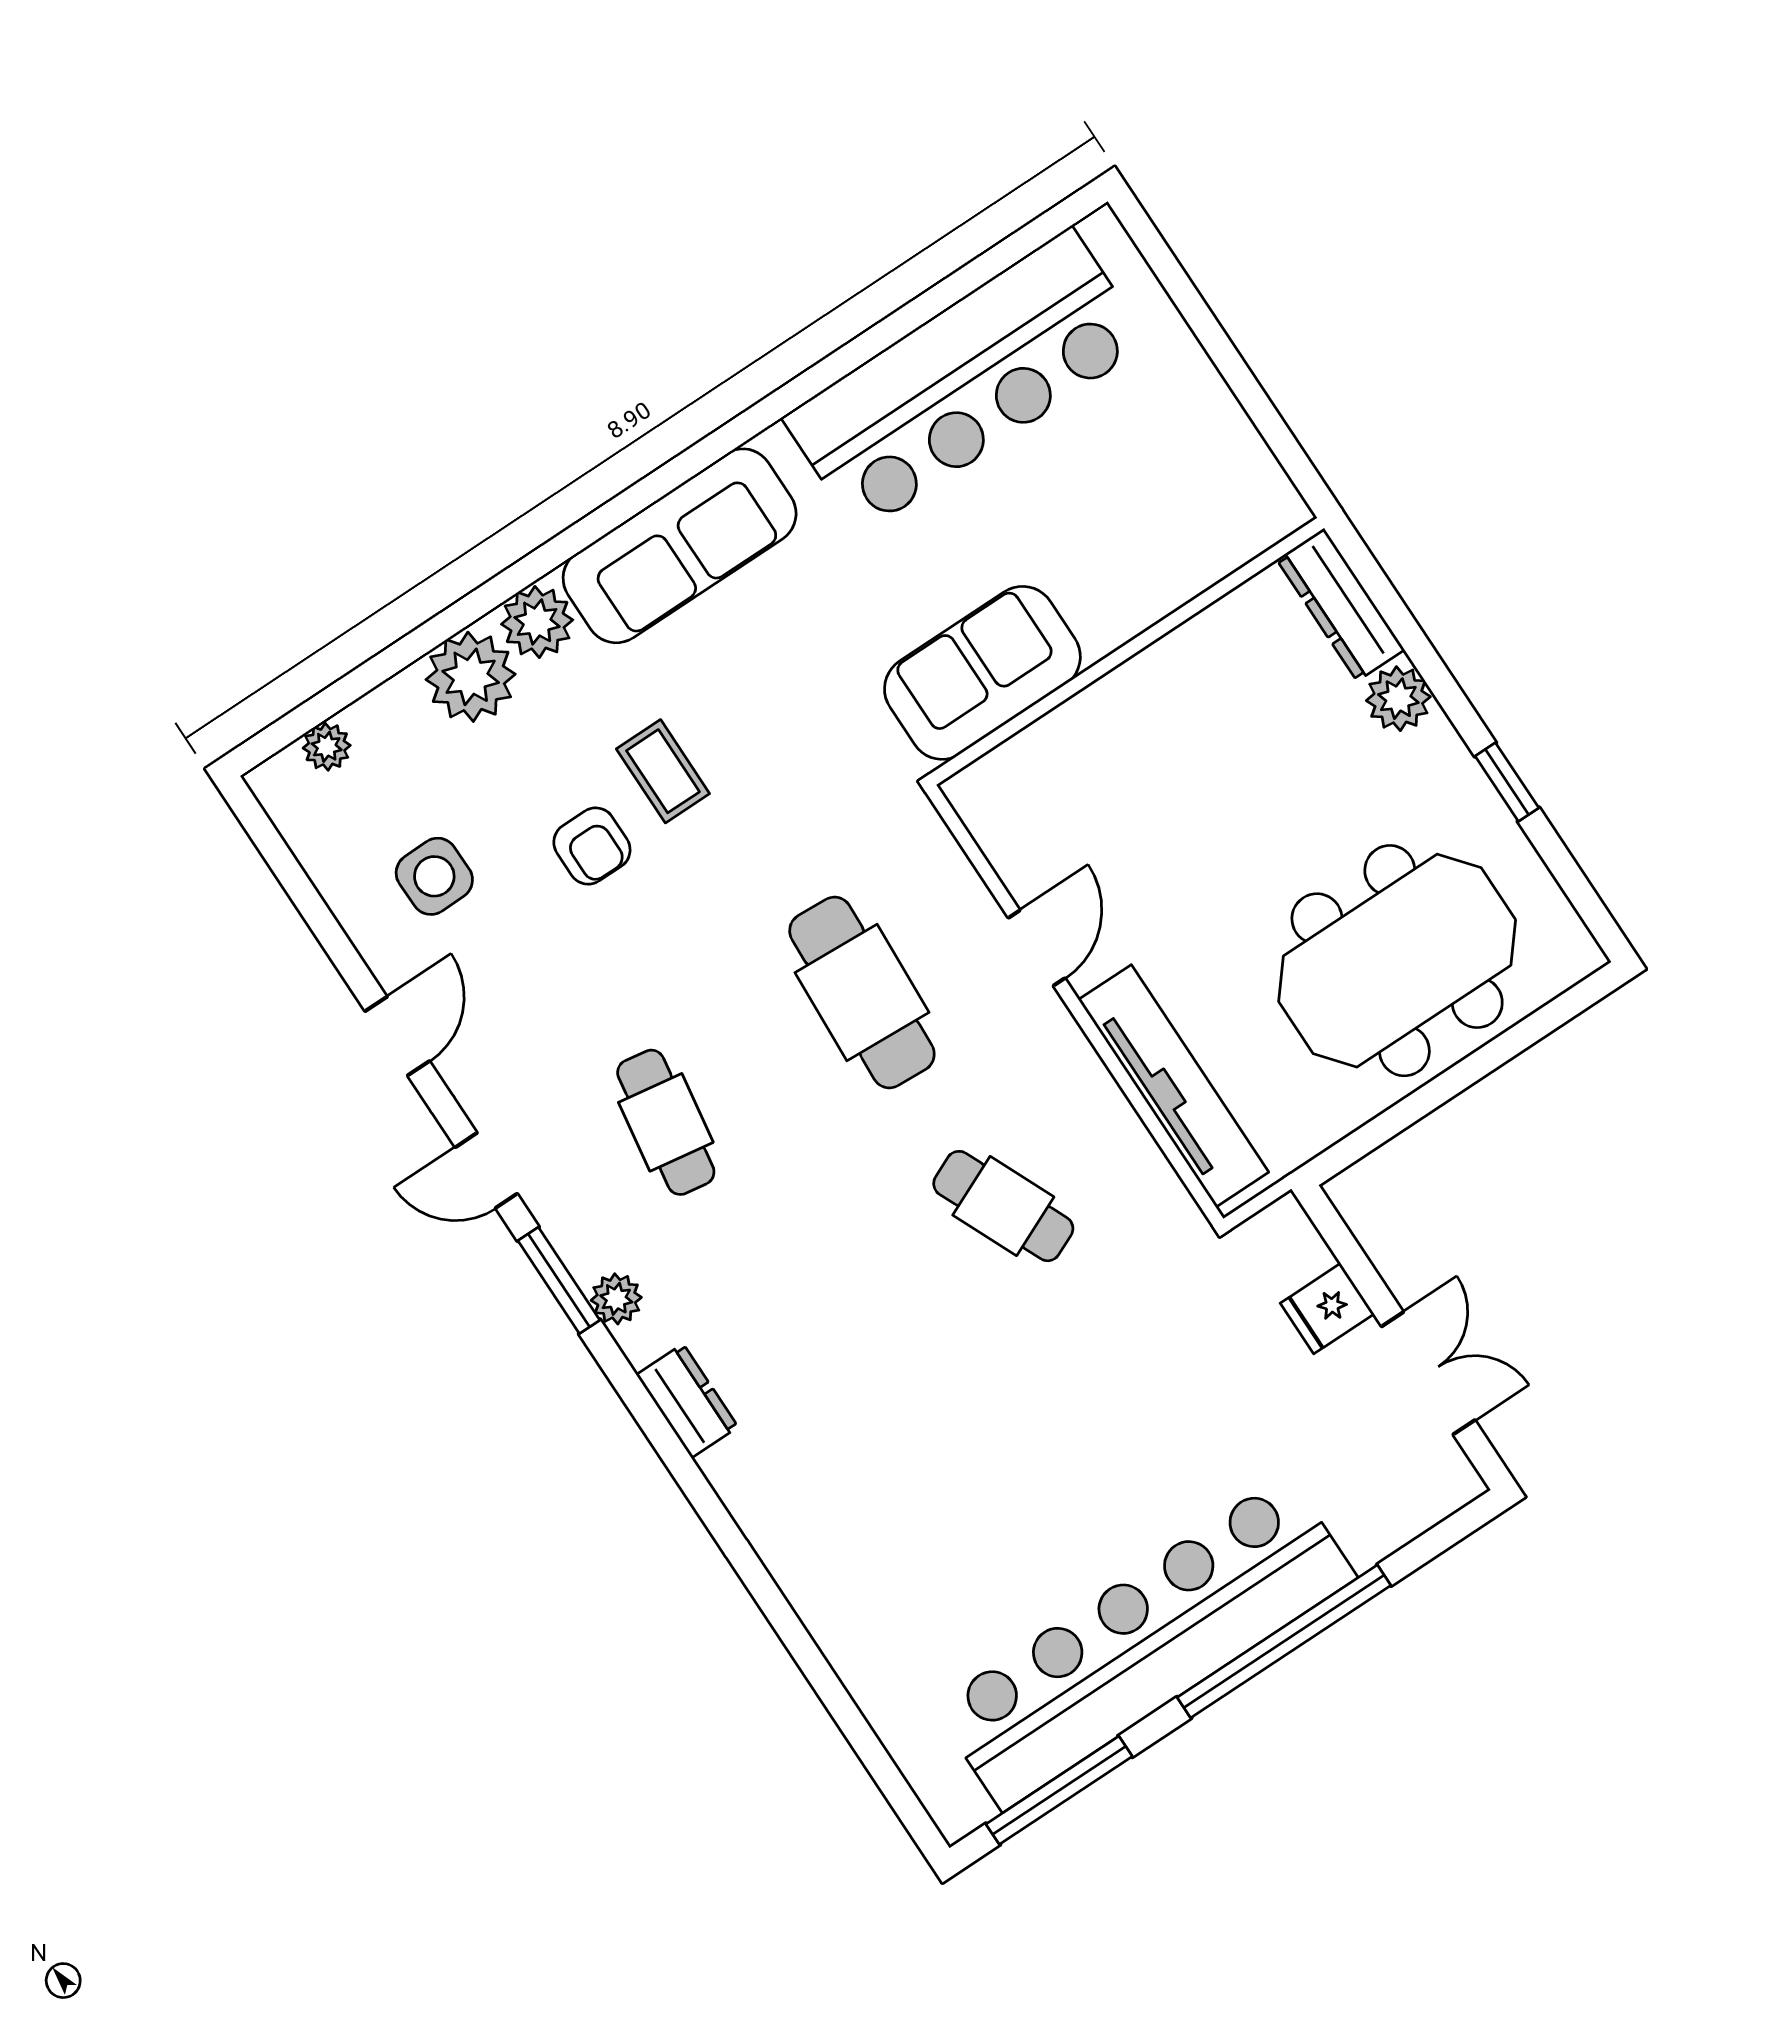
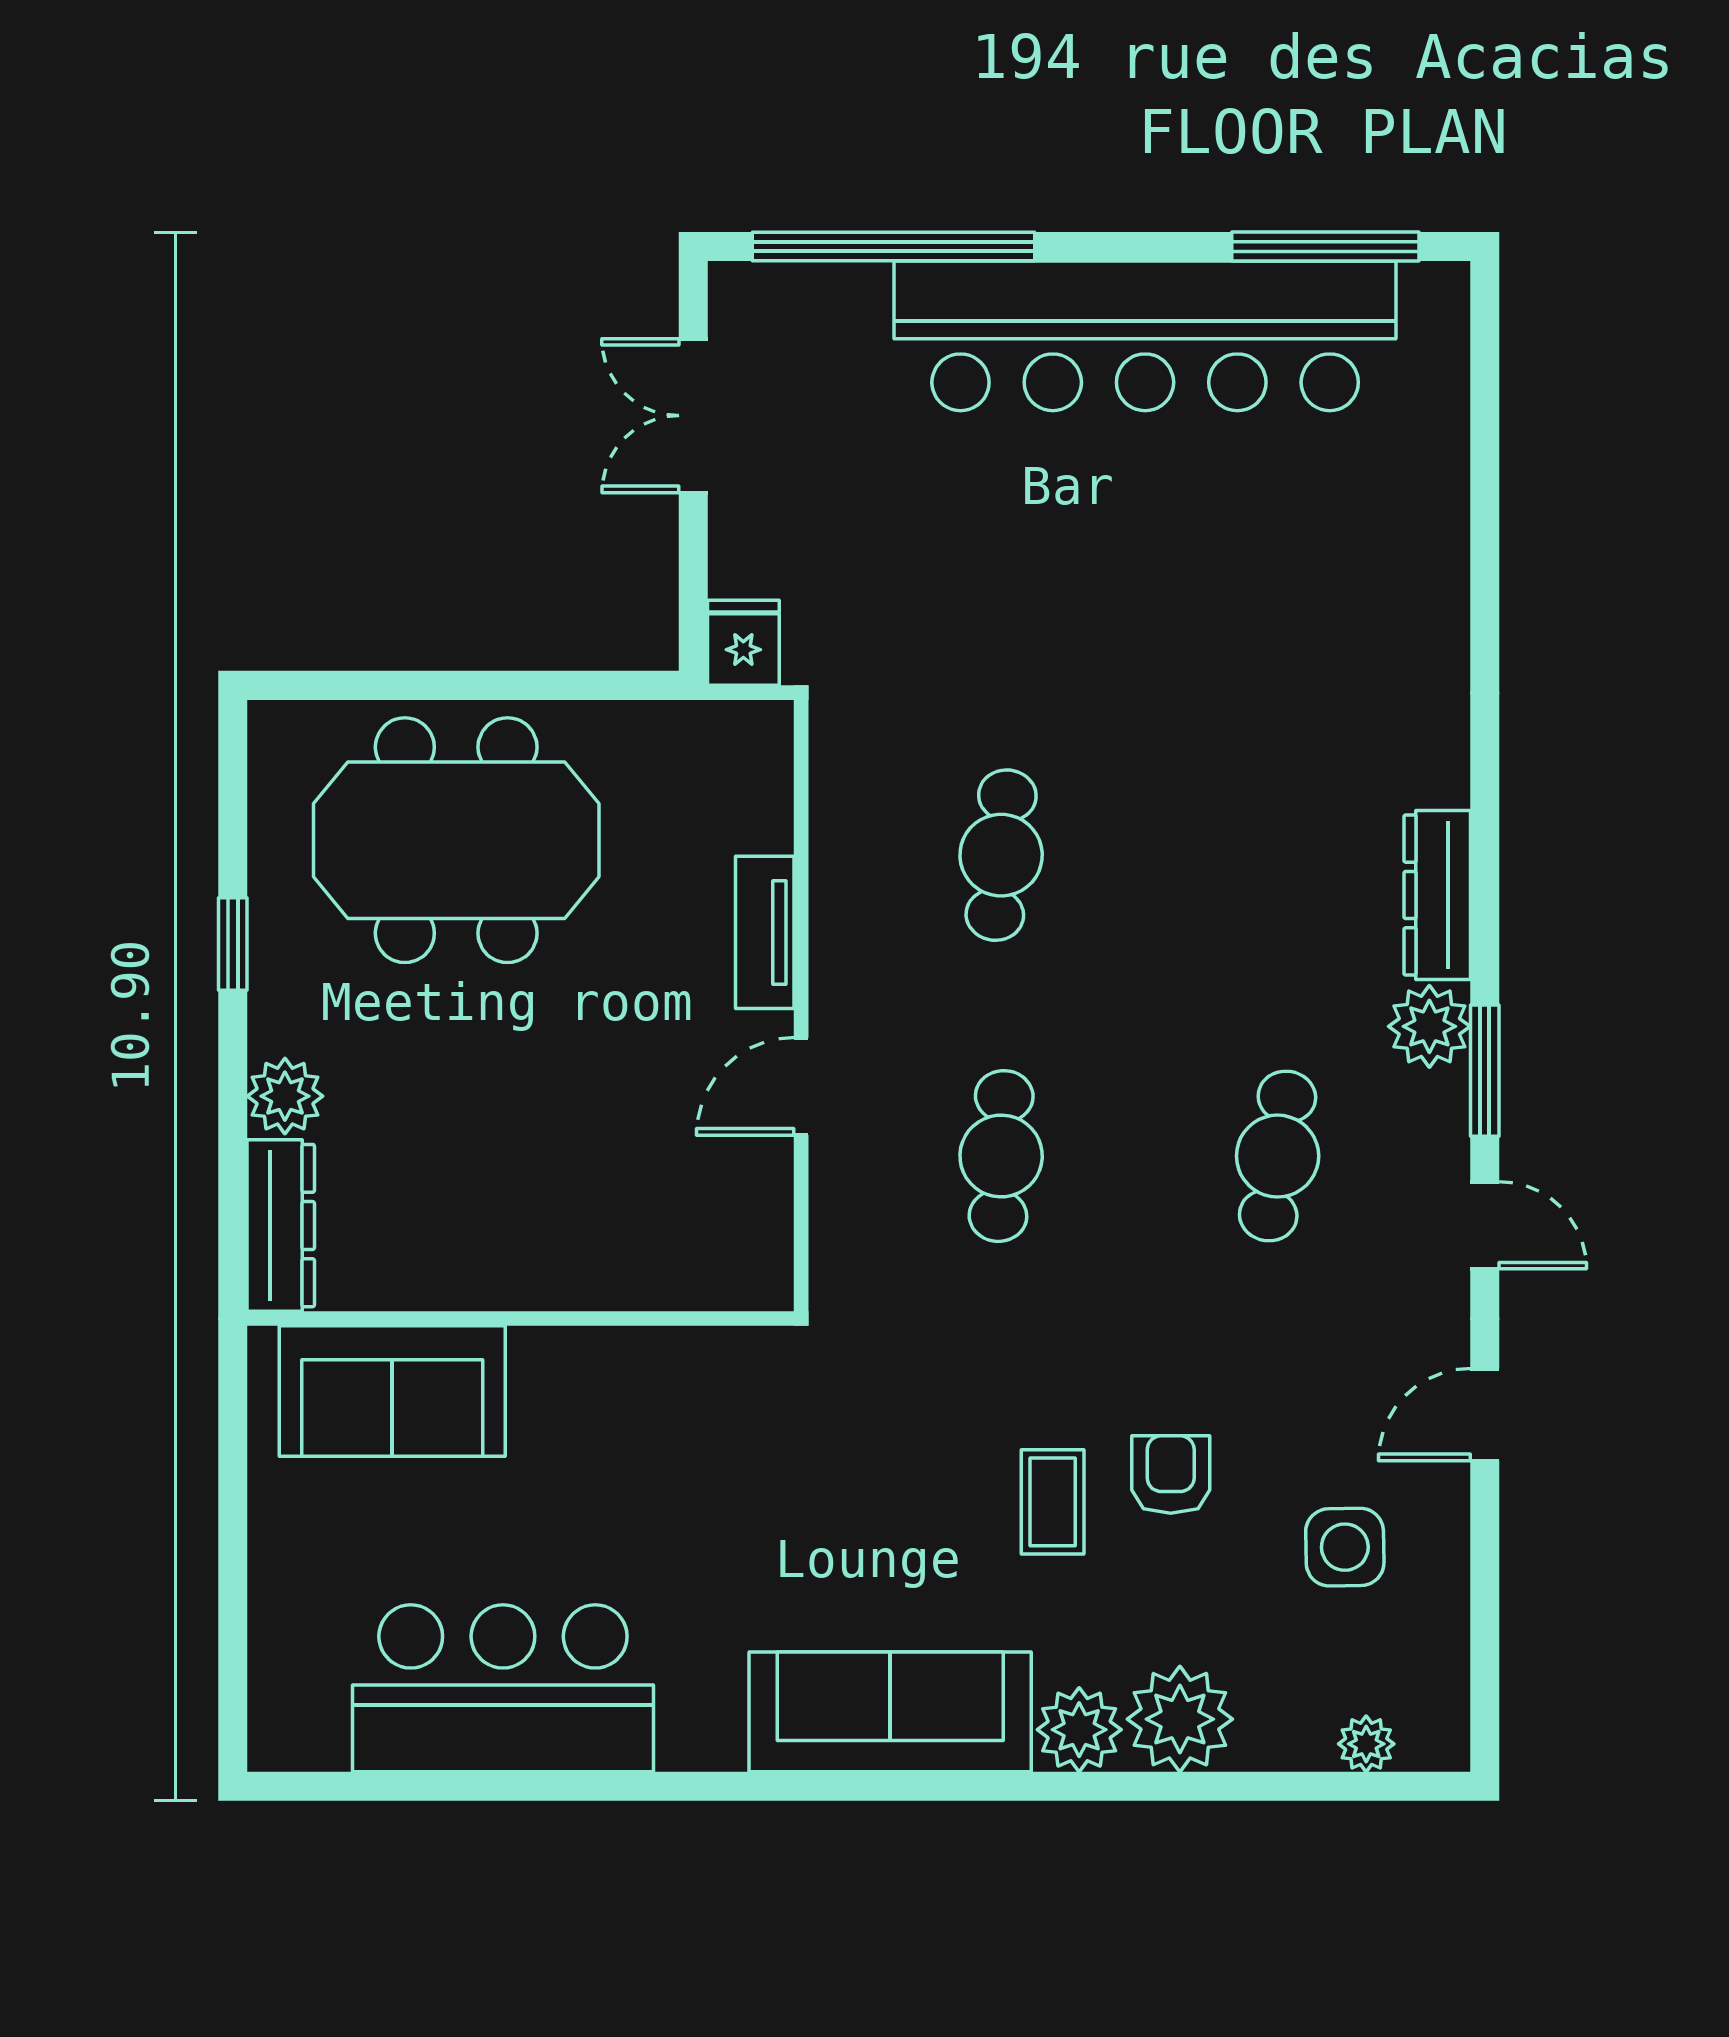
bar counter: (965, 381) -> (503, 1688), width x0.73
sofa: (982, 673) -> (392, 1391), moved
cafe table: (862, 992) -> (1001, 1156), width x0.73, depth x0.74
tv unit: (1174, 1086) -> (765, 932), width x0.52, depth x0.78
cafe table: (1003, 1206) -> (1001, 855), turned 30
plant: (616, 1299) -> (1429, 1026), width x1.38, depth x1.38
fridge: (1327, 1309) -> (743, 643), moved, turned -90
dresser: (687, 1401) -> (1437, 895), width x1.44
window: (1284, 1641) -> (894, 246), moved

